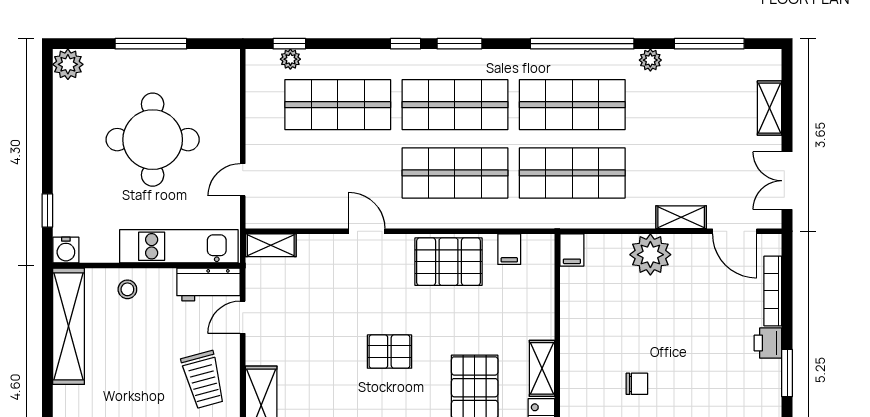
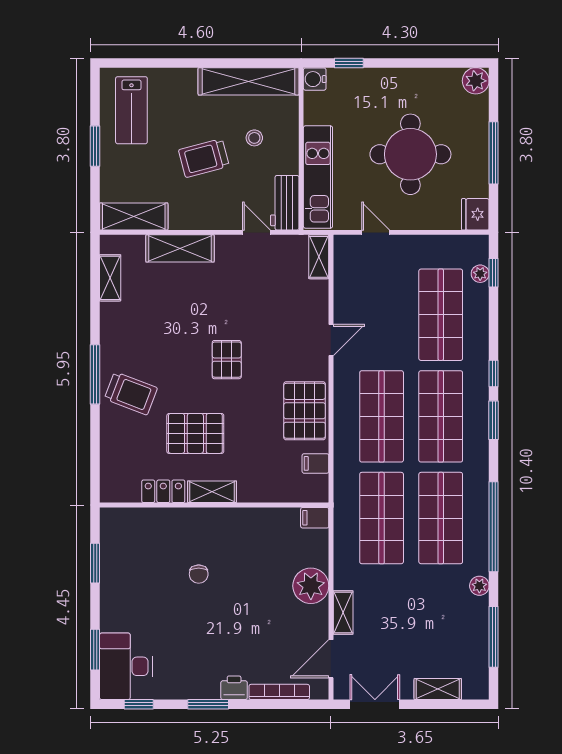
fridge: (222, 65) -> (475, 214), added
stool: (127, 289) -> (254, 138), moved
trolley: (203, 380) -> (204, 158), moved

